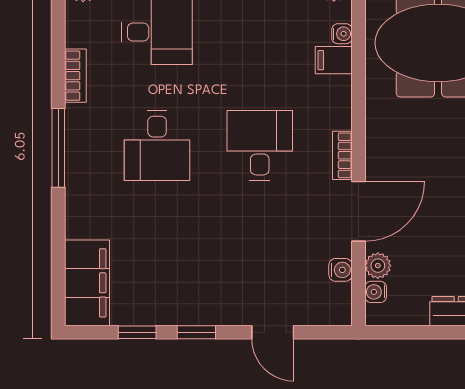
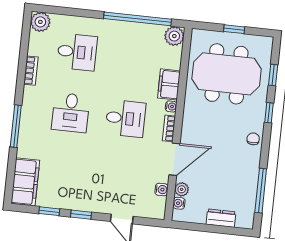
water cooler: (342, 34) -> (171, 106), moved
filing cabinet: (334, 60) -> (169, 84), width x2.00
desk: (260, 146) -> (125, 118), turned 90
window: (58, 148) -> (16, 126), moved

